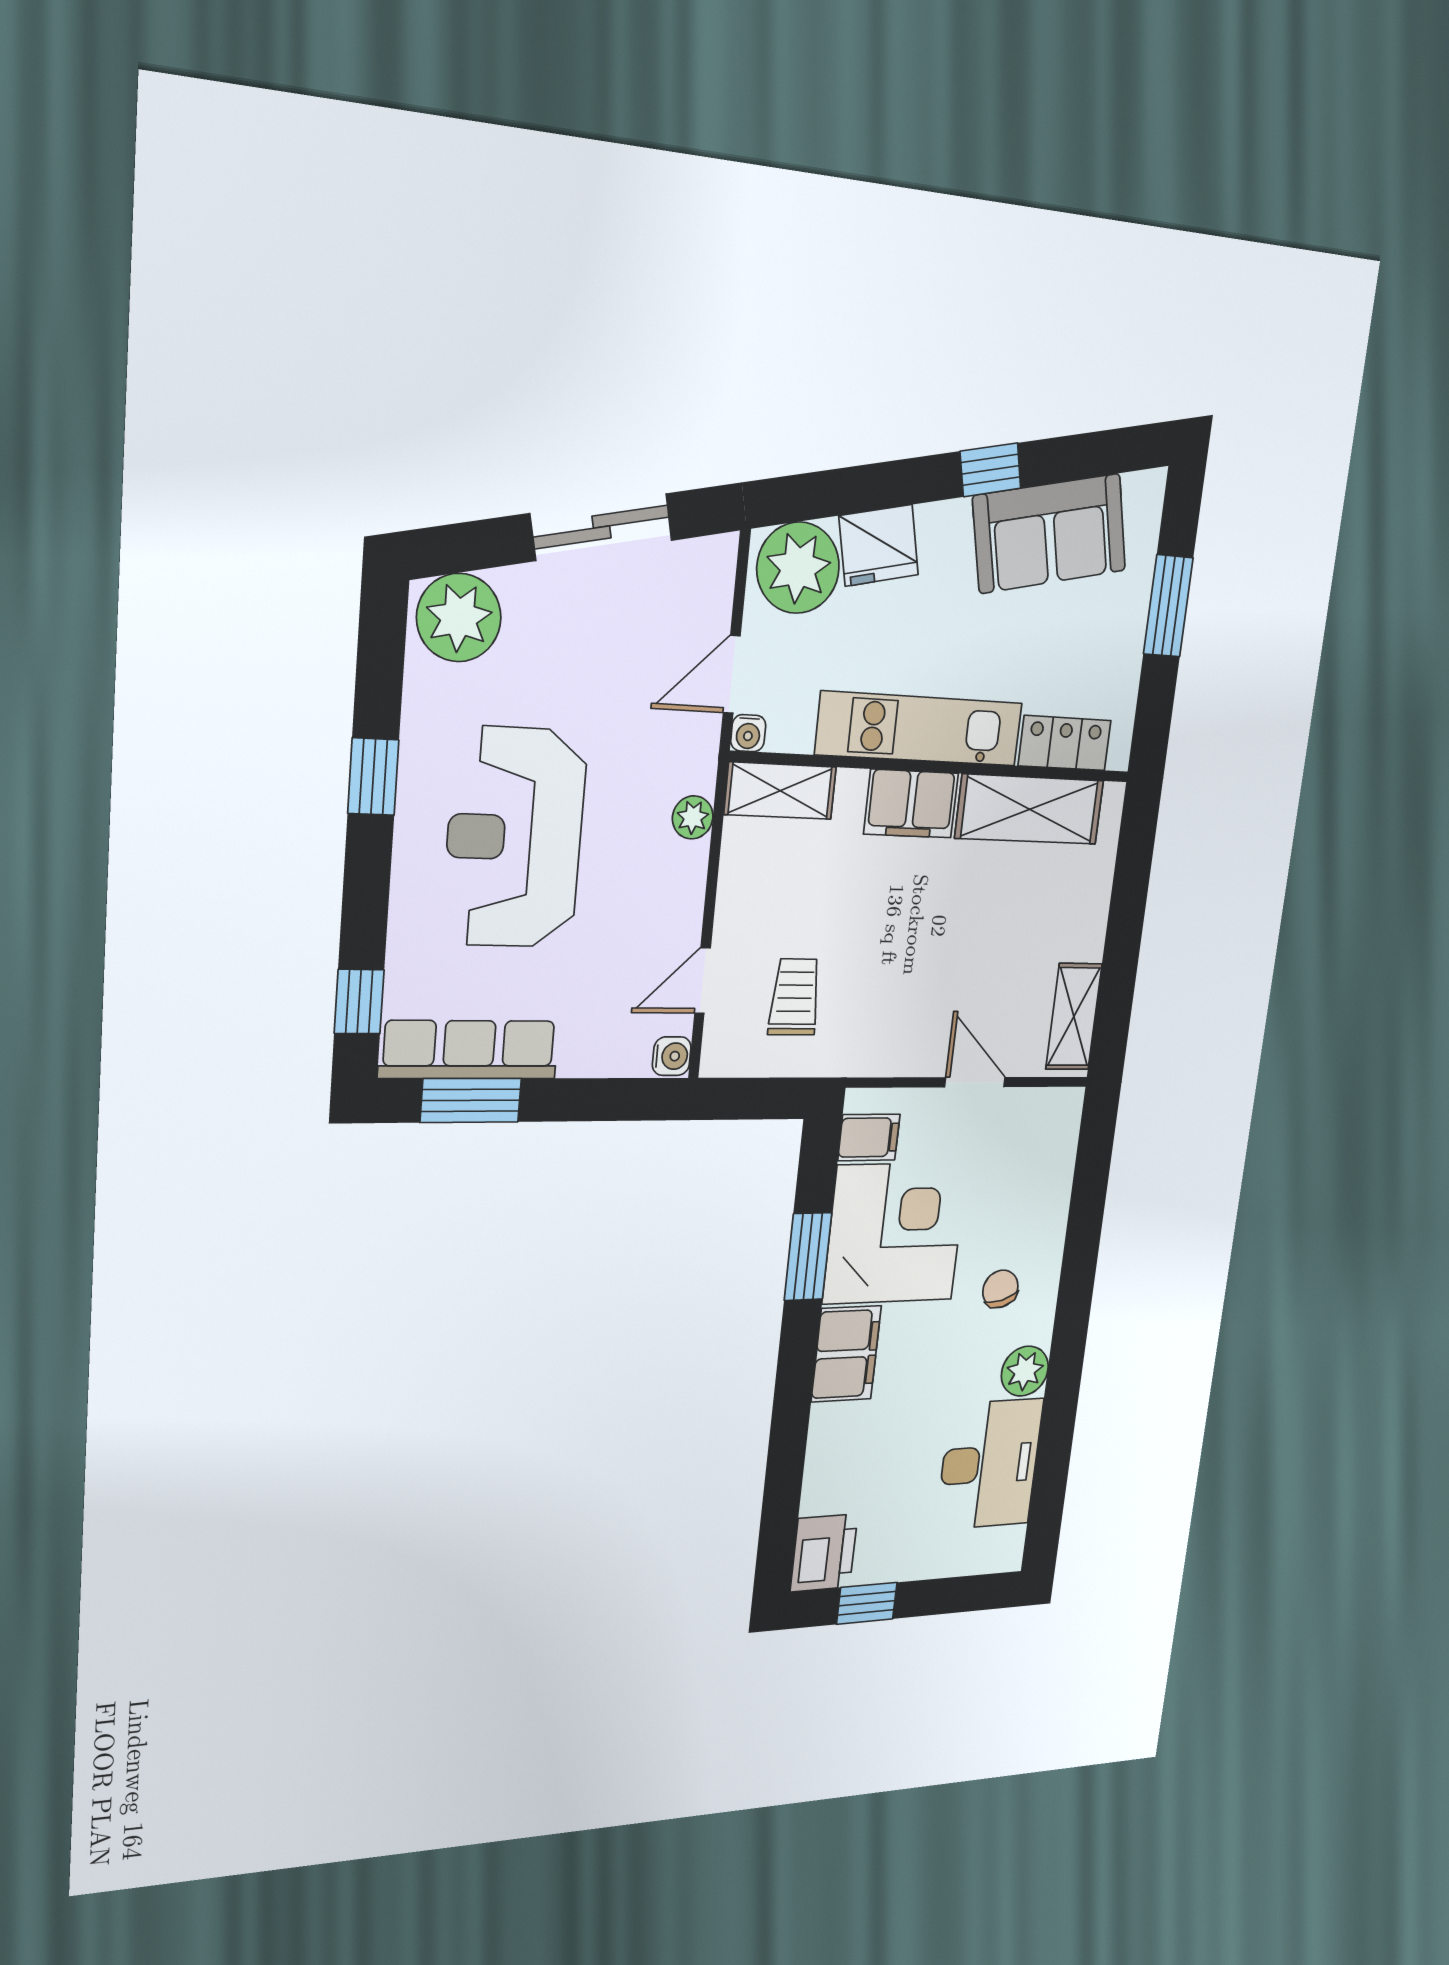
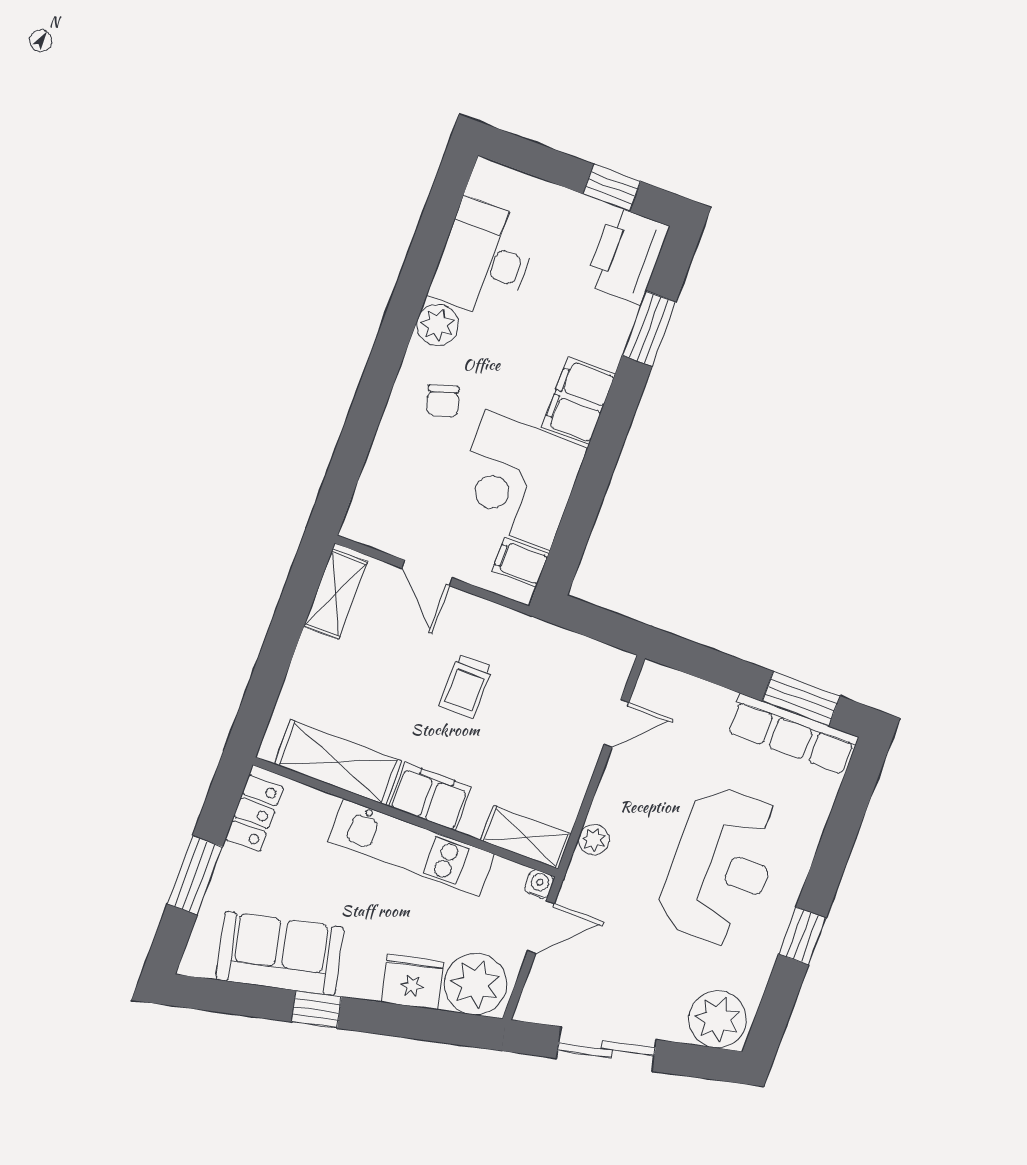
locker: (1065, 743) -> (254, 813), moved, turned -90
trolley: (795, 997) -> (466, 686), moved
window: (359, 1002) -> (855, 793), removed
water cooler: (672, 1056) -> (653, 678), removed
window: (808, 1257) -> (649, 329), moved
printer: (824, 1553) -> (627, 255), width x1.37, depth x1.19

